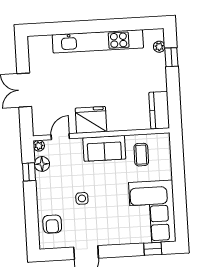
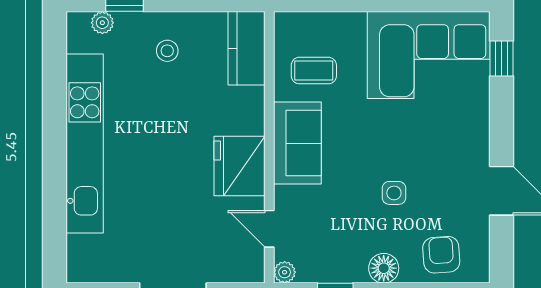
stool: (147, 80) -> (167, 51), added
kitchen counter: (159, 110) -> (247, 48), moved, turned 90
floor lamp: (42, 164) -> (384, 268), moved
armchair: (52, 224) -> (441, 255), turned -94

